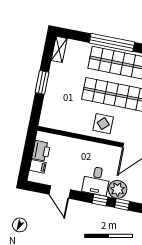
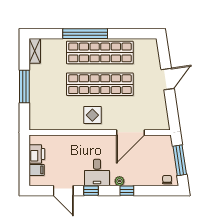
window: (42, 82) -> (24, 87), width x1.44
plant: (118, 189) -> (120, 181), width x0.53, depth x0.53
window: (100, 200) -> (91, 191), moved

